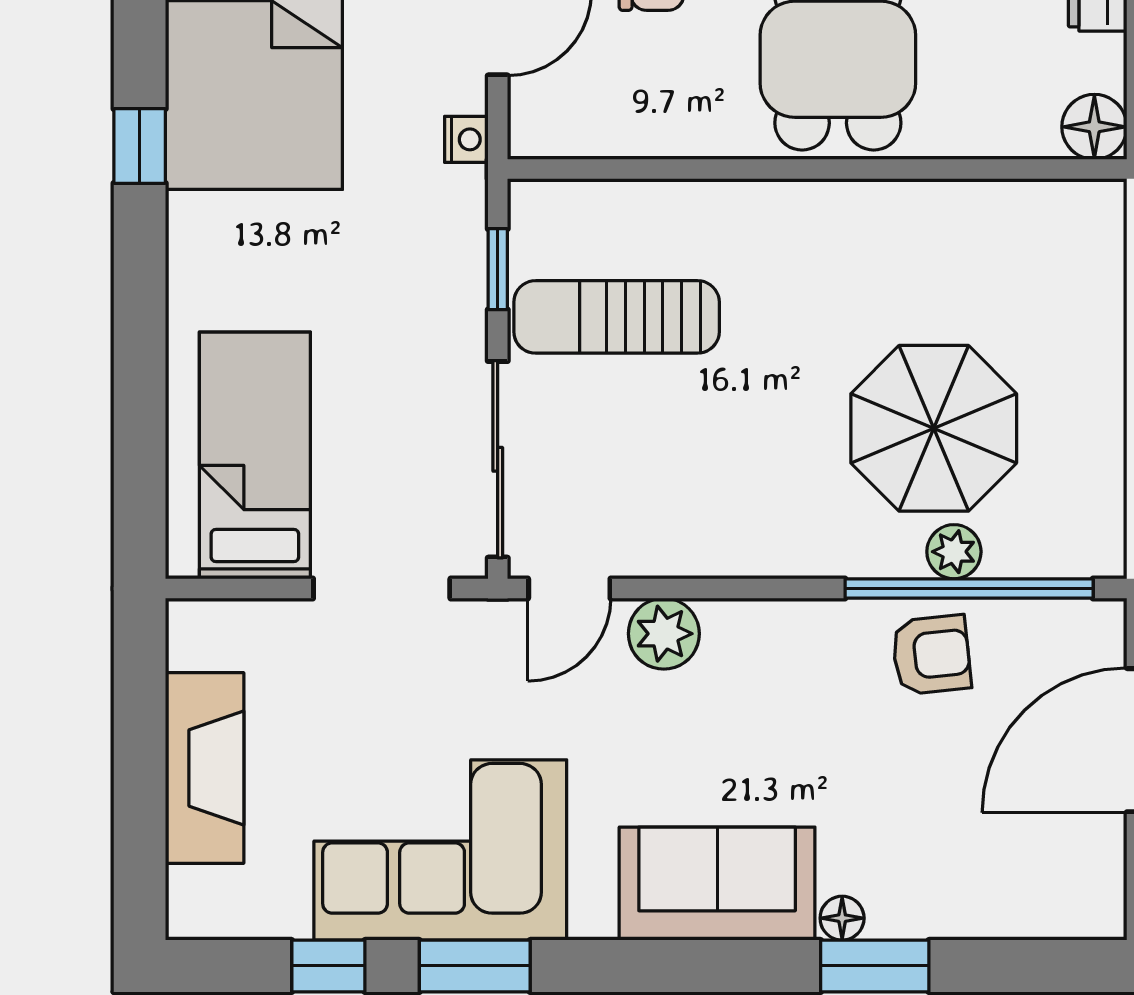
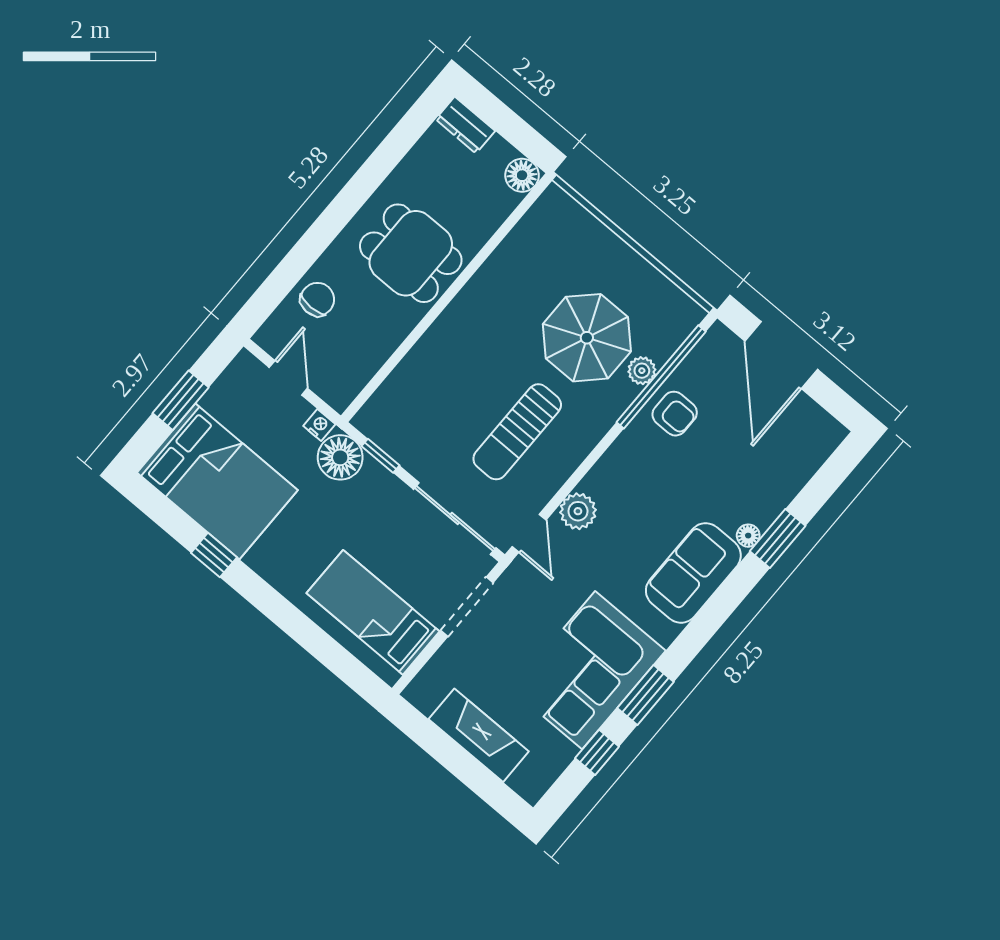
floor lamp: (444, 211) -> (340, 457), added
sun lounger: (617, 317) -> (517, 432), moved
armchair: (931, 655) -> (675, 414), turned 96

